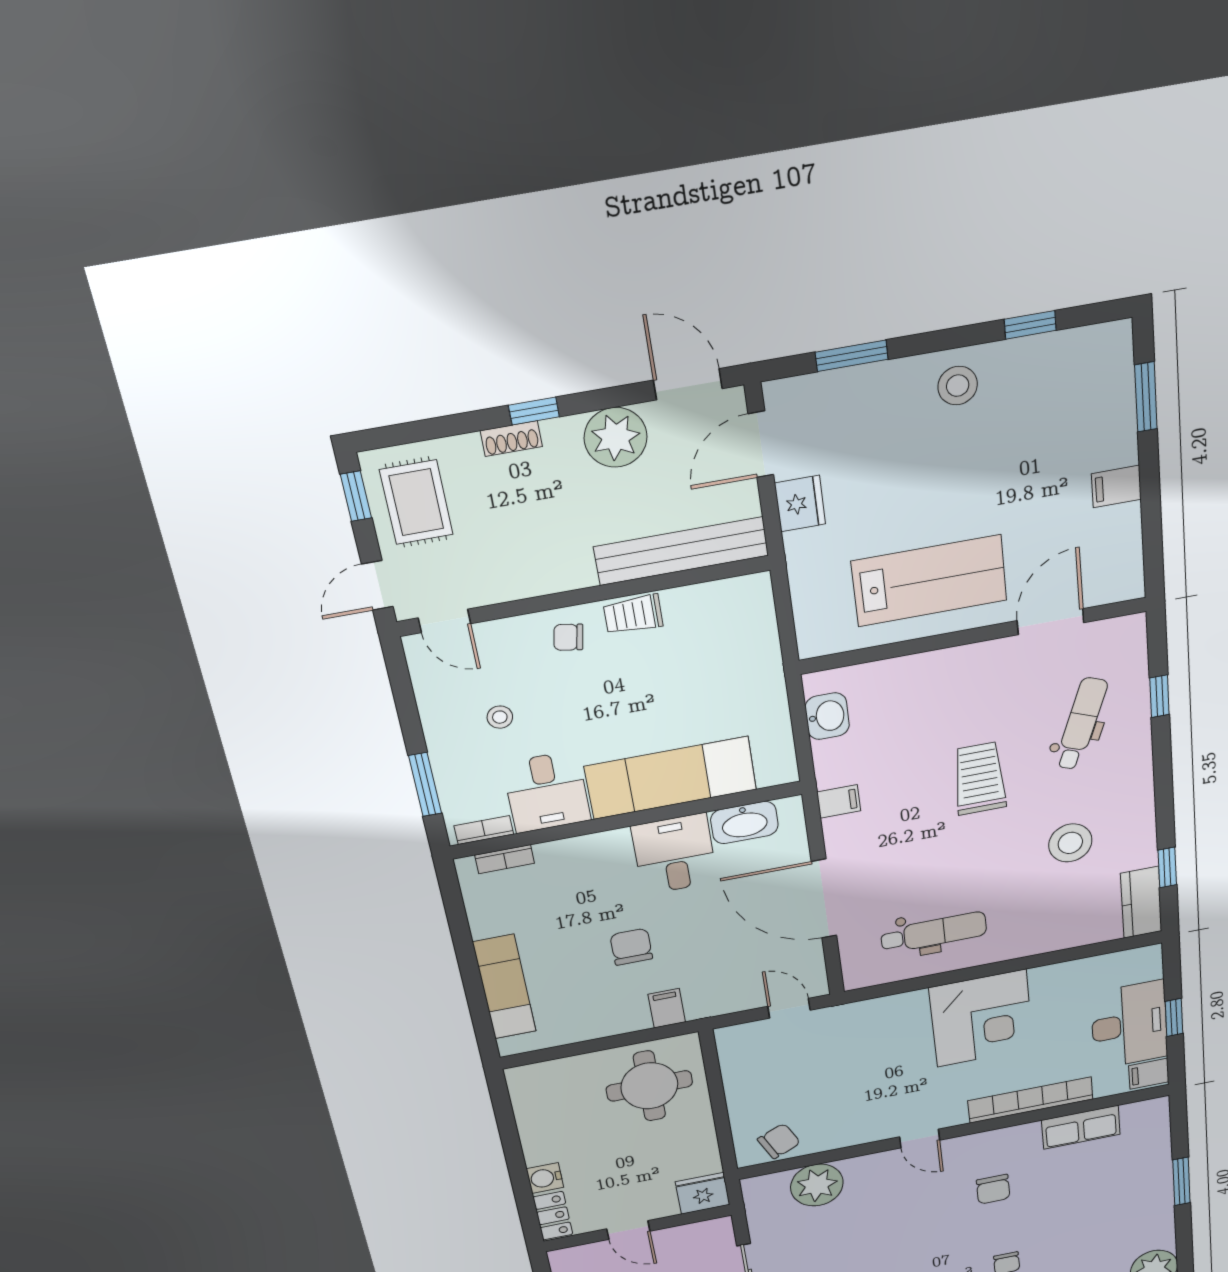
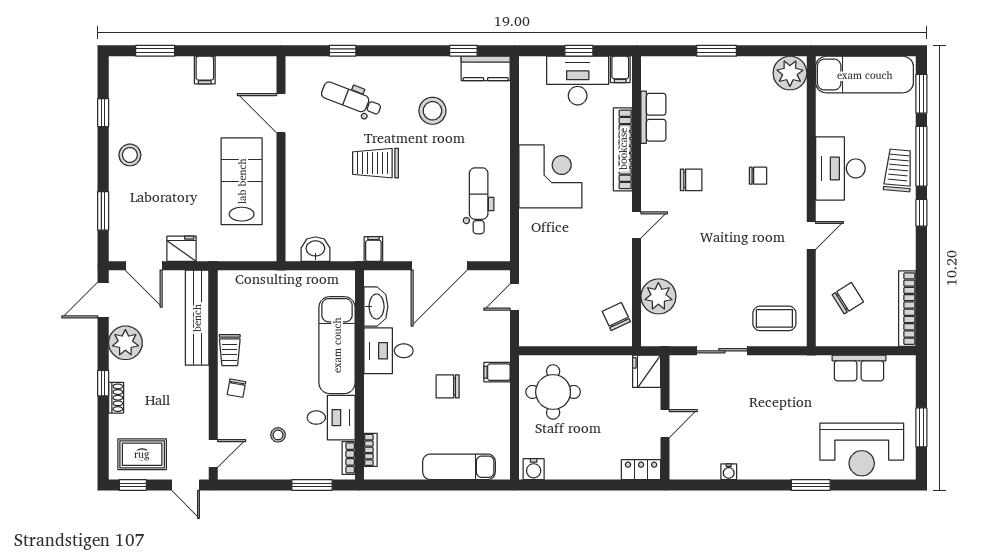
water cooler: (545, 1178) -> (534, 469), moved

